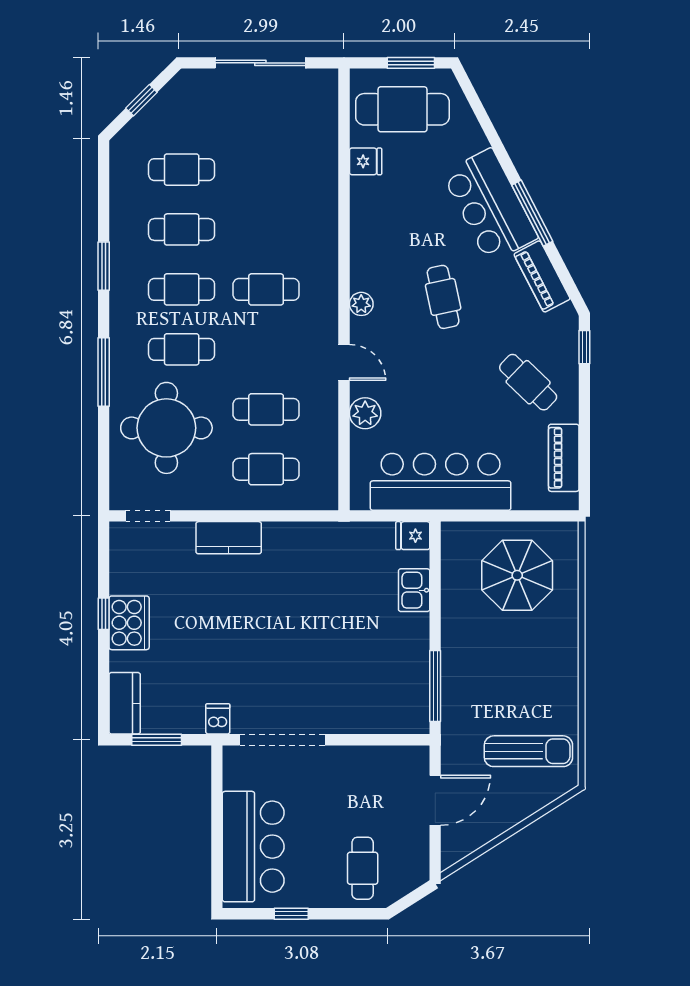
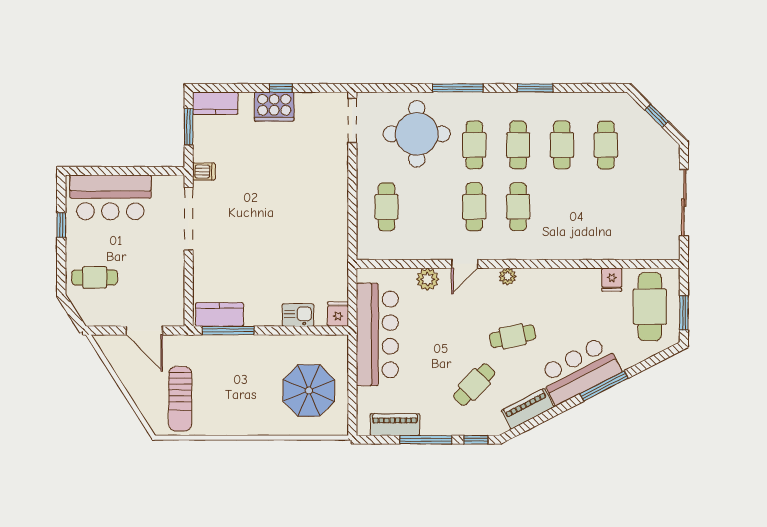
window: (532, 213) -> (604, 386), moved
cafe table: (528, 382) -> (474, 385), moved
cafe table: (266, 409) -> (474, 207), moved
window: (584, 416) -> (426, 440), added
doorway: (148, 516) -> (352, 120), width x1.38
kitchen counter: (229, 538) -> (219, 315), moved, turned 90

